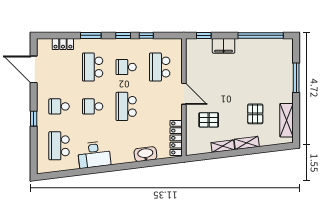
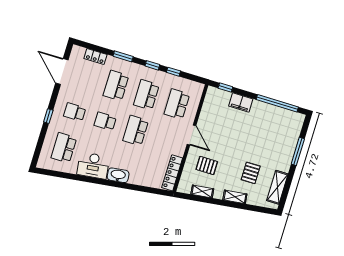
school desk: (126, 67) -> (146, 95), width x1.85
shelving: (223, 146) -> (202, 191), moved
washbasin: (145, 154) -> (118, 175), moved

